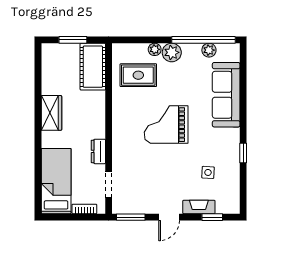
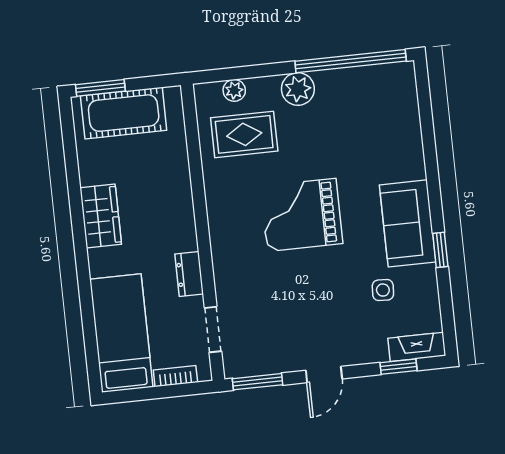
window: (73, 40) -> (100, 88), moved
plant: (155, 49) -> (234, 90), moved
plant: (209, 50) -> (362, 78), removed
cot: (93, 67) -> (124, 113), moved, turned 90
sofa: (226, 95) -> (408, 223), moved, width x0.73
fireplace: (199, 207) -> (417, 347), moved

